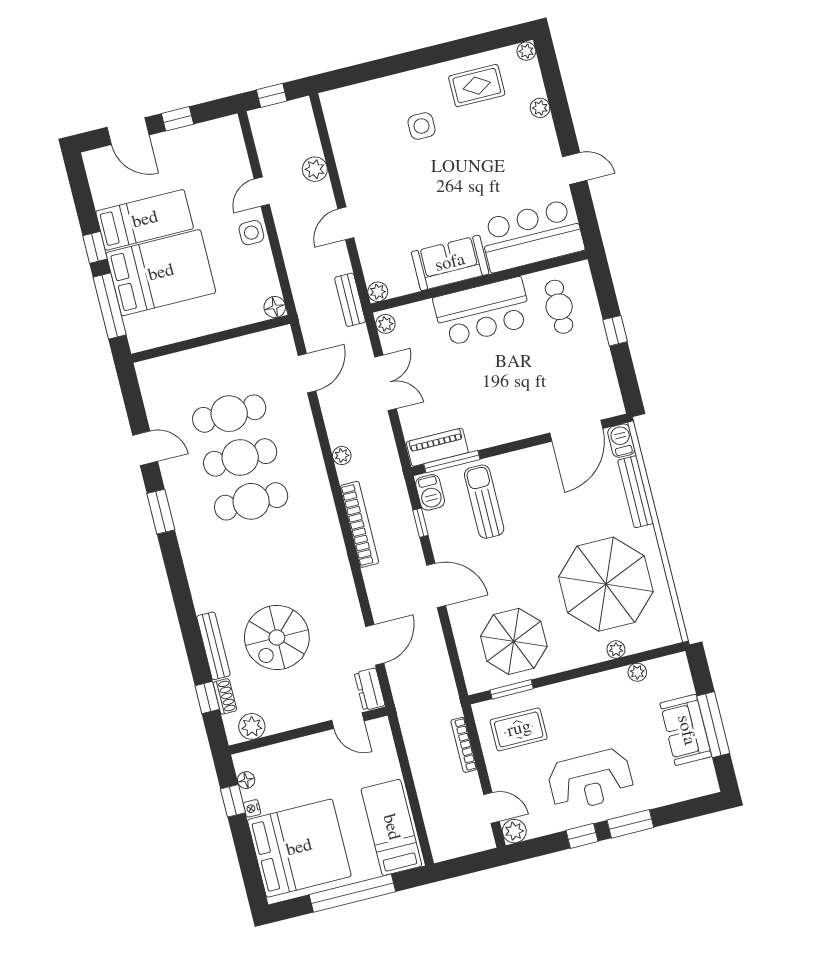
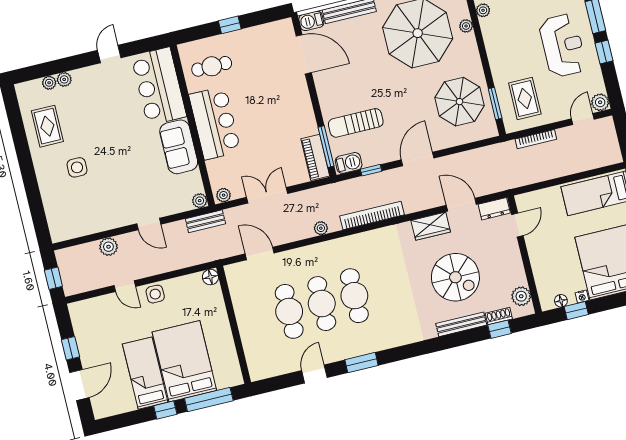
plant: (526, 51) -> (49, 83), moved
wardrobe: (345, 604) -> (431, 226), added

